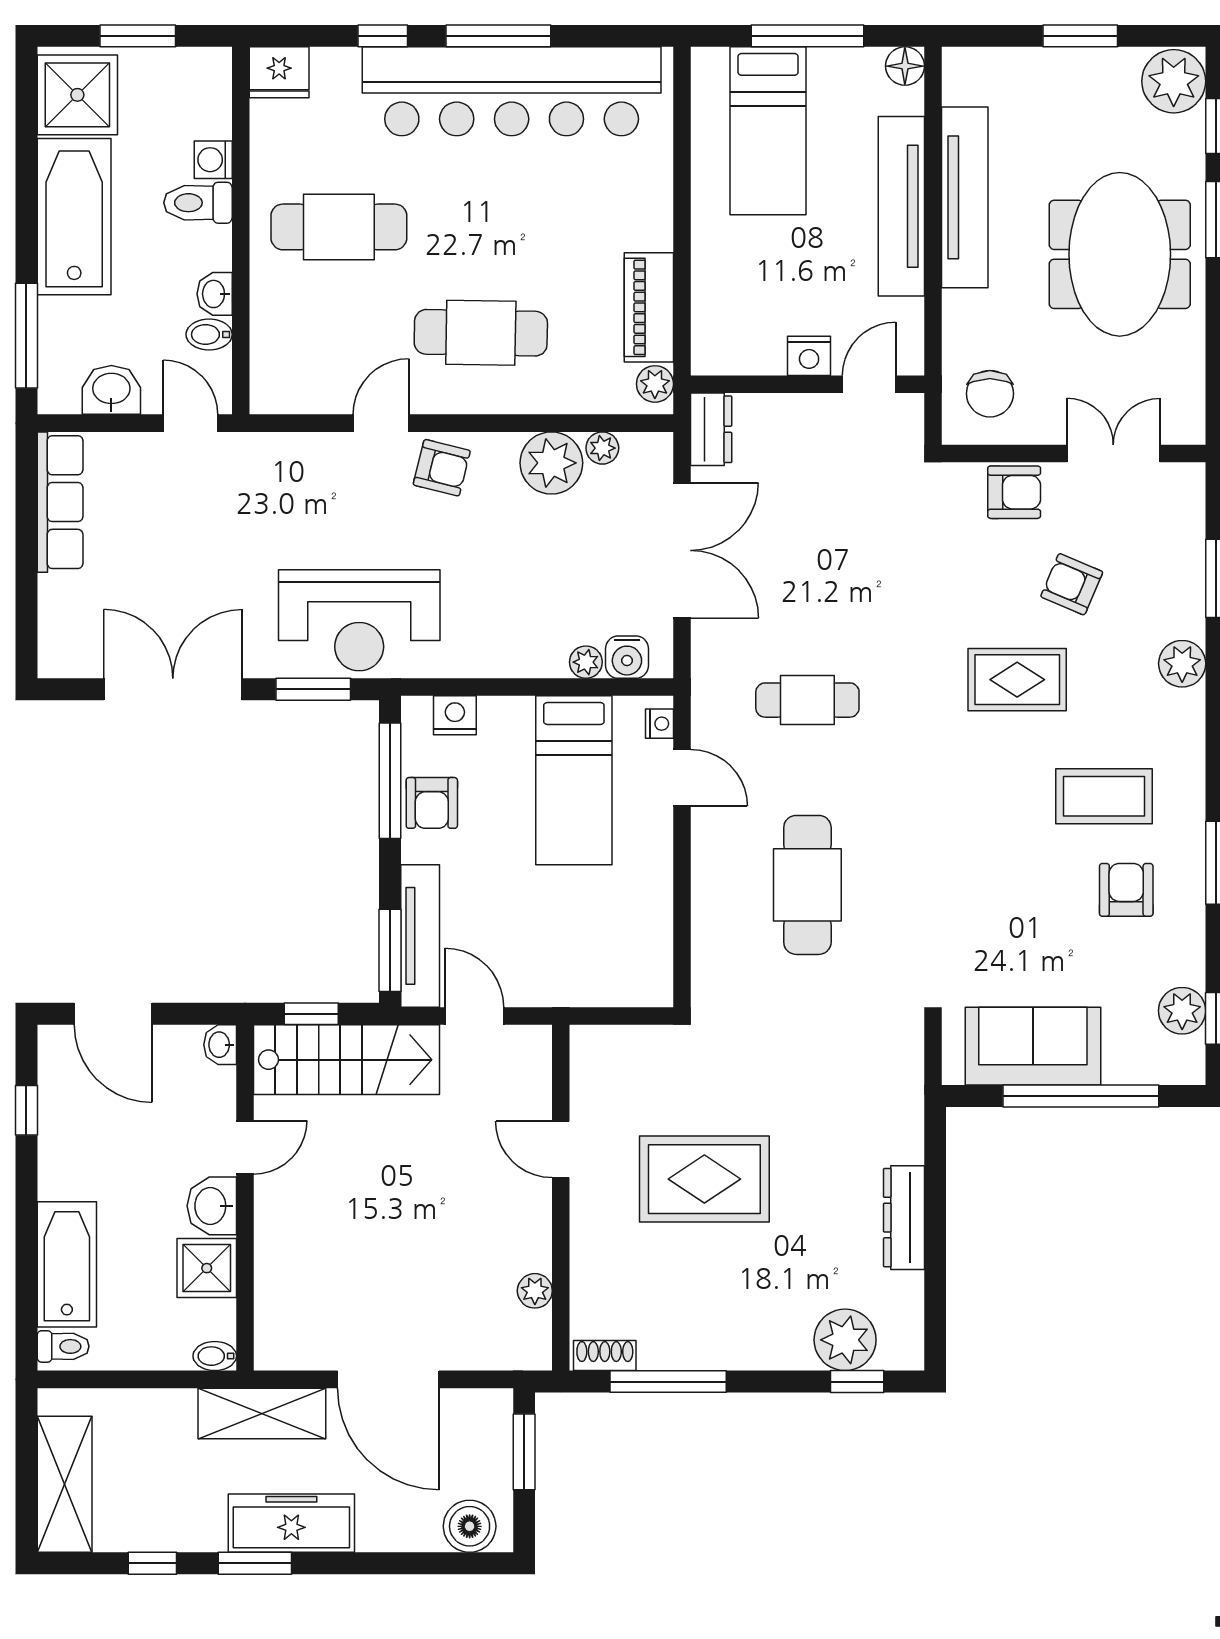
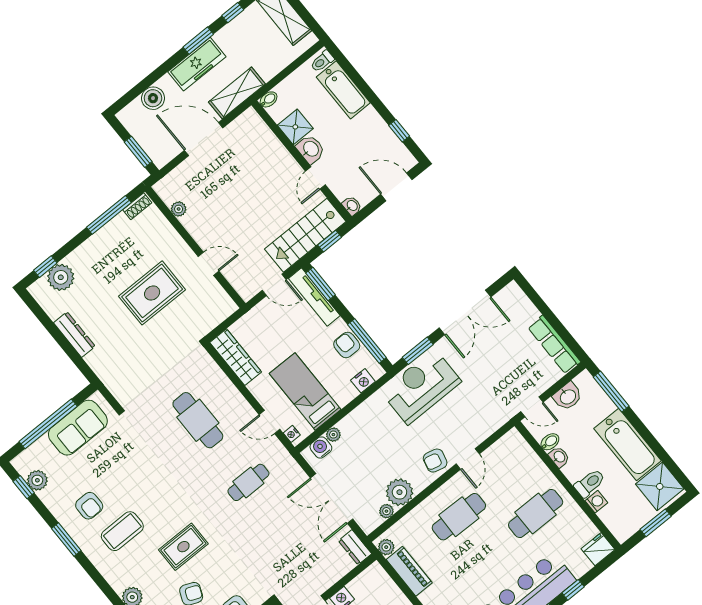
wardrobe: (648, 943) -> (236, 357), added
boiler: (470, 1526) -> (153, 98), moved

